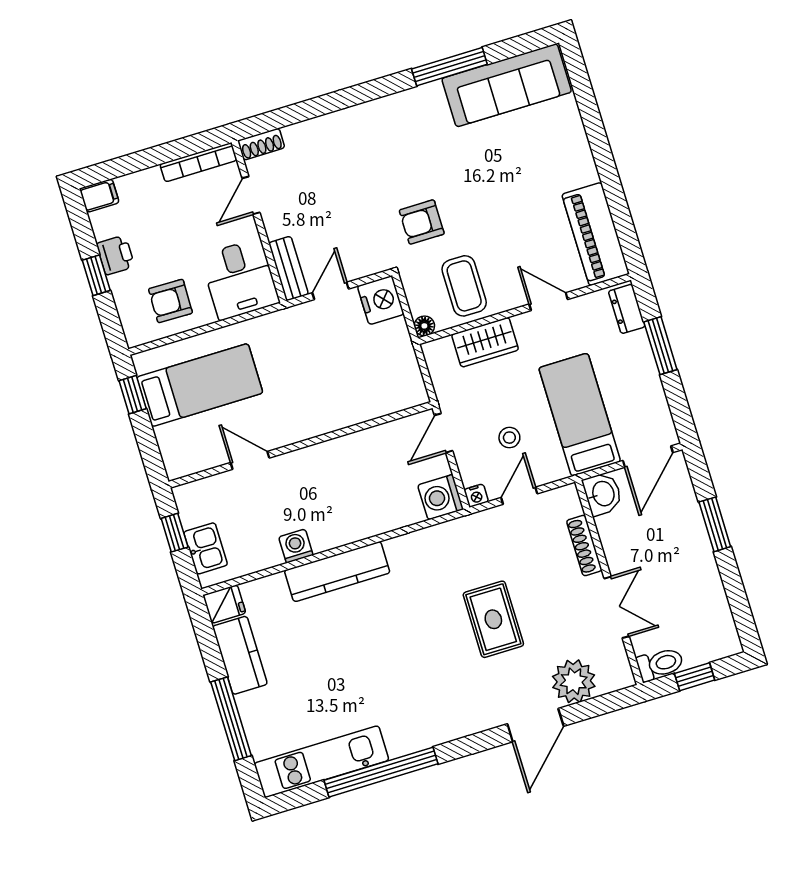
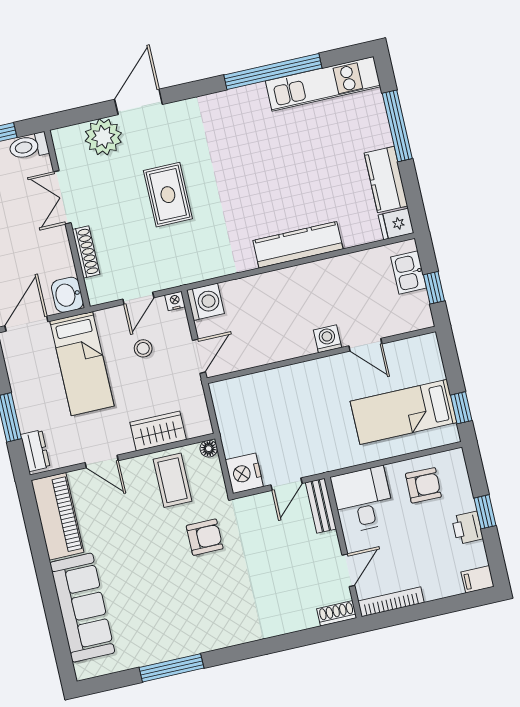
sofa: (507, 85) -> (82, 608), moved, turned 90
washing machine: (296, 546) -> (327, 339), moved, turned 180

